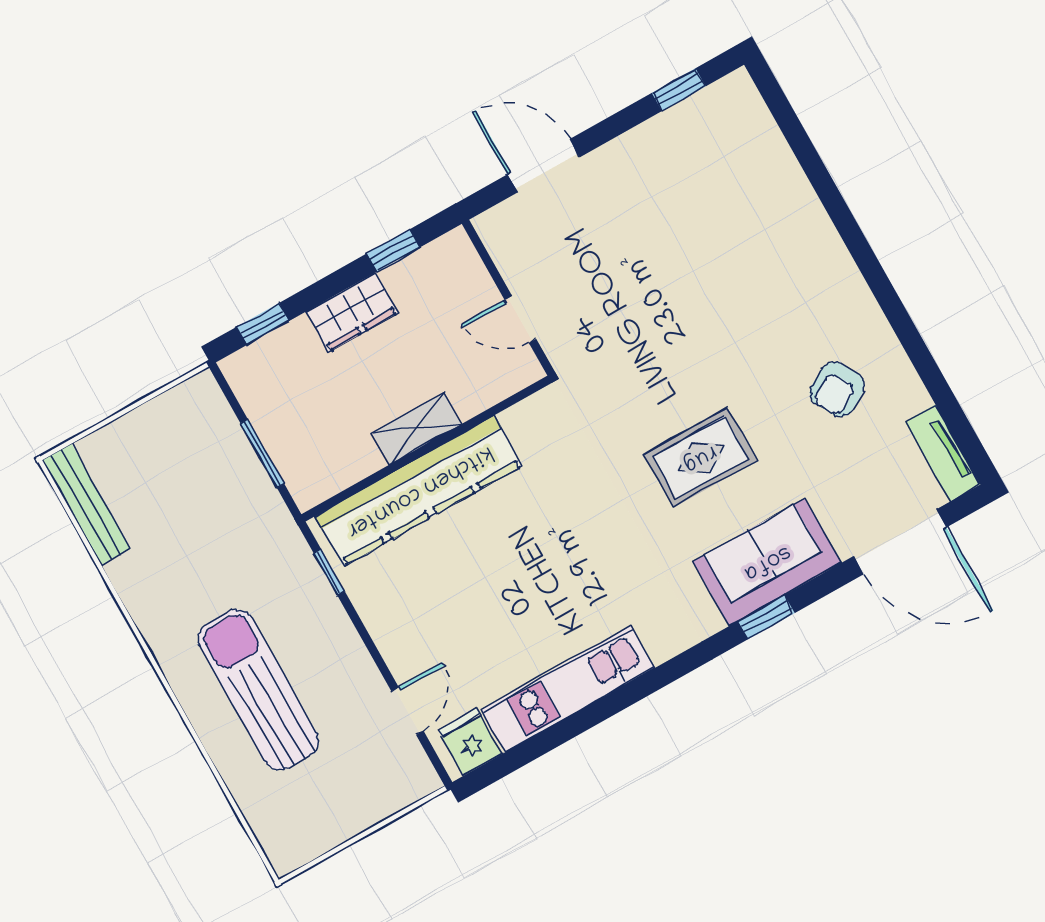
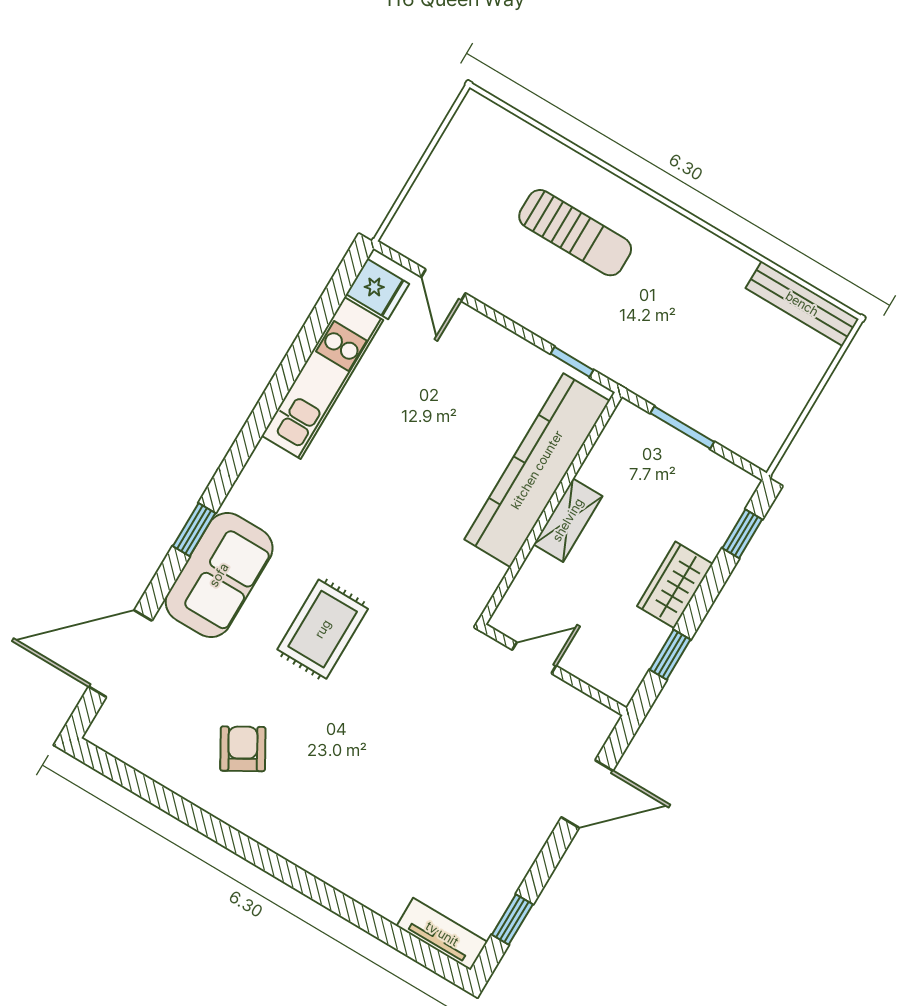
tv unit: (943, 453) -> (442, 934), moved
sun lounger: (258, 690) -> (575, 233), width x0.73, depth x0.75

